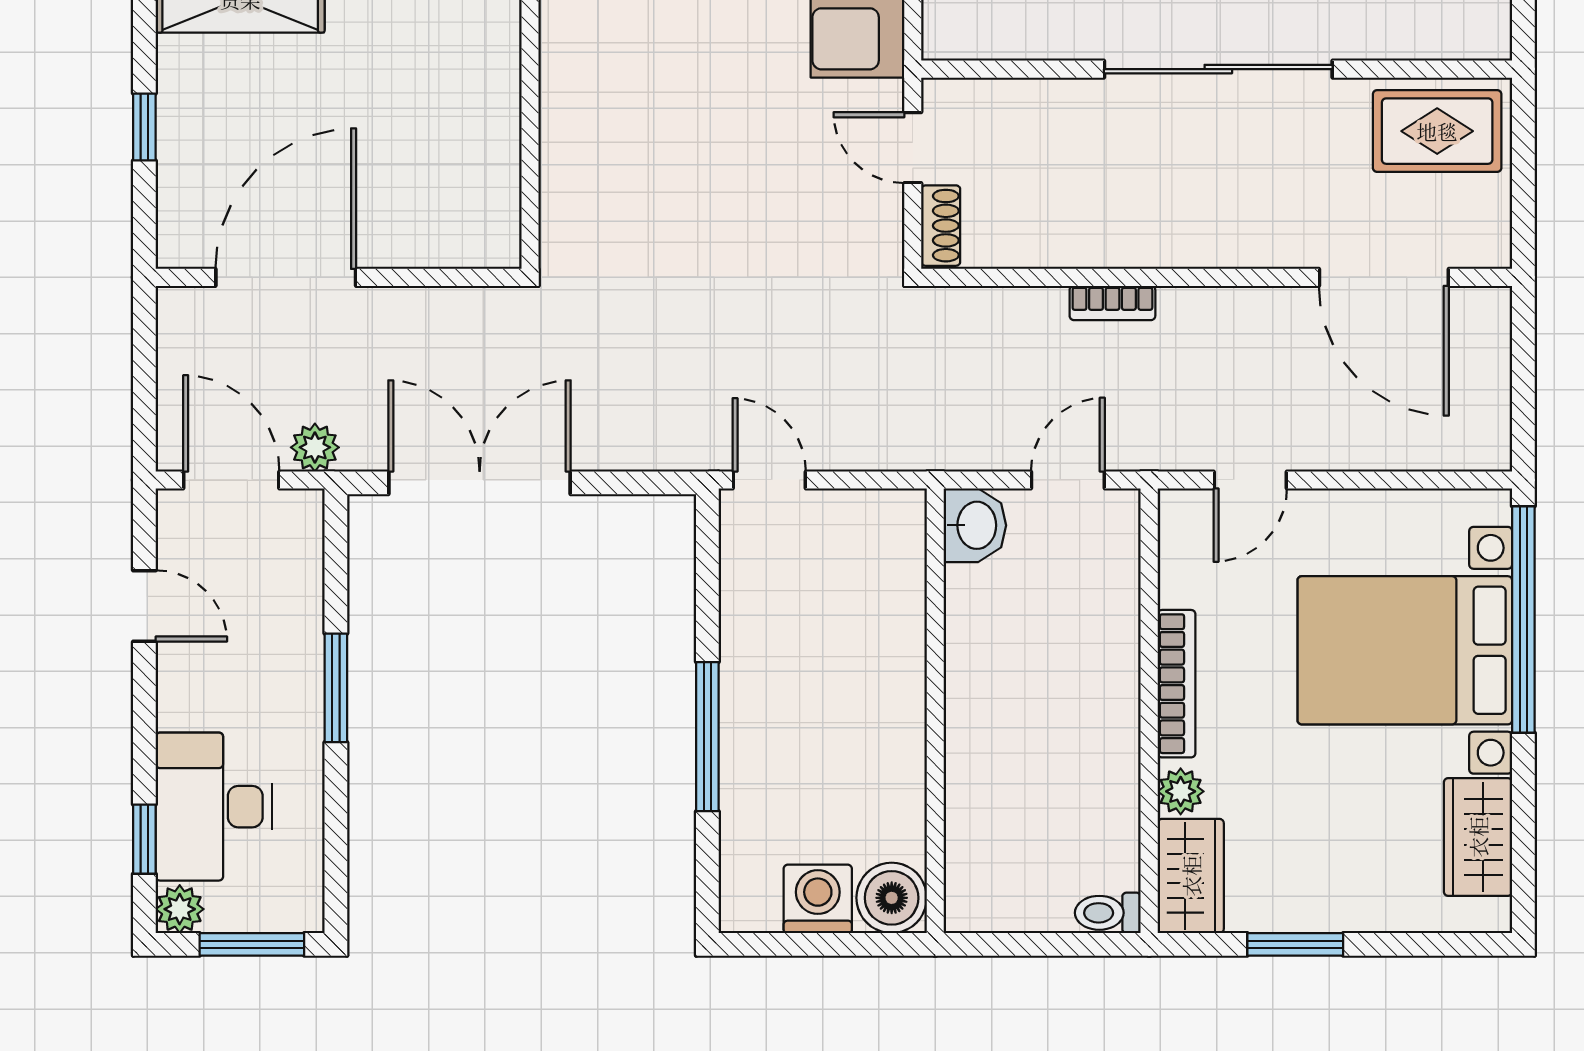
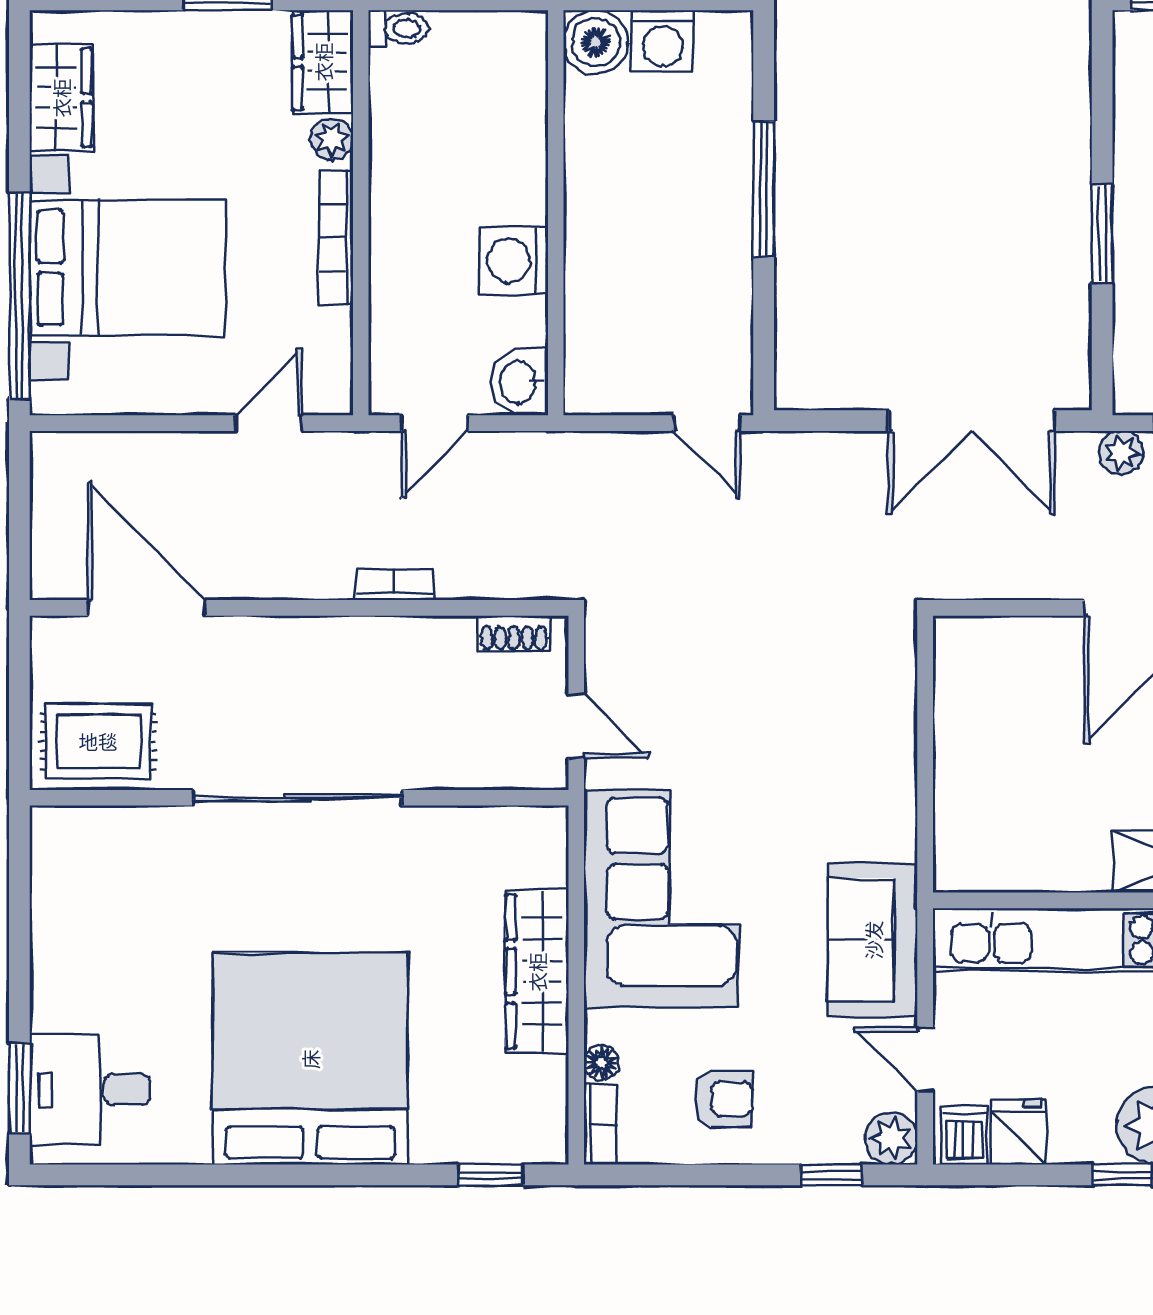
shoe rack: (941, 226) -> (514, 633), moved, turned -90
washing machine: (981, 659) -> (514, 260), added

